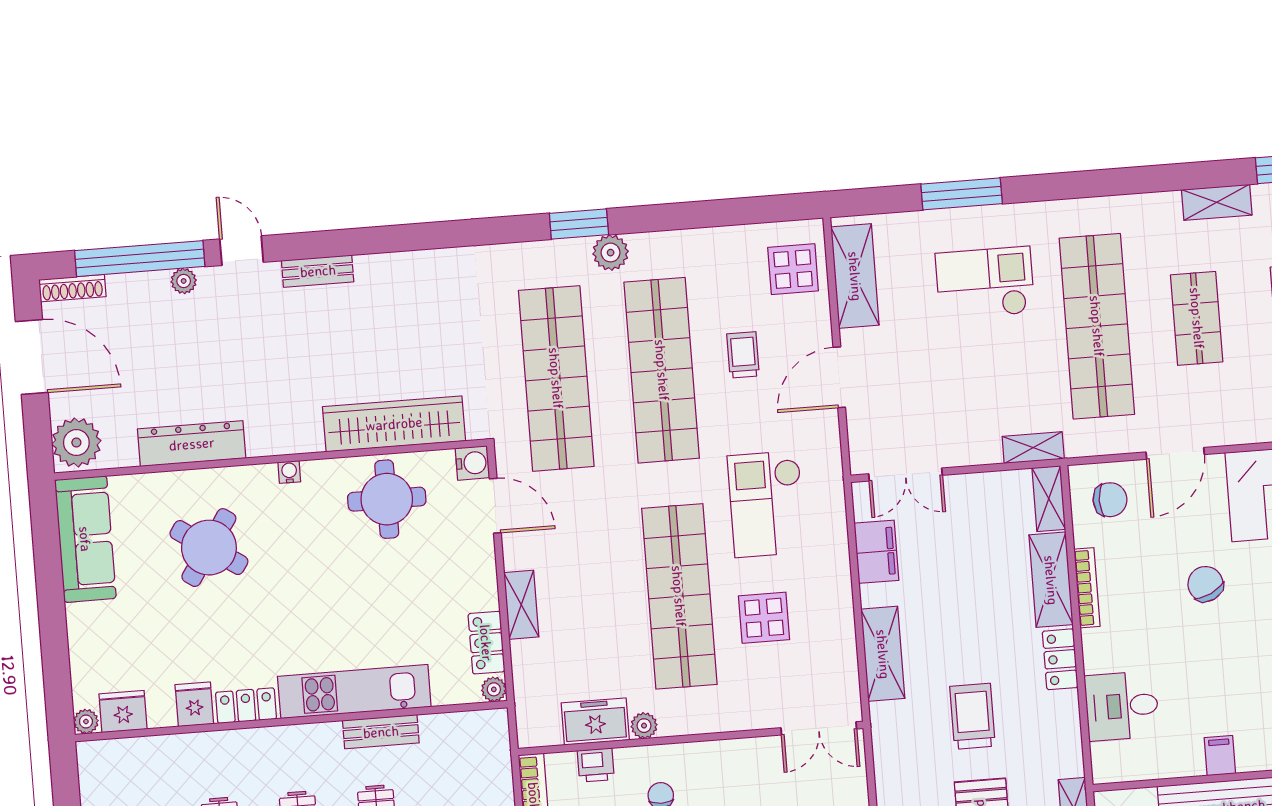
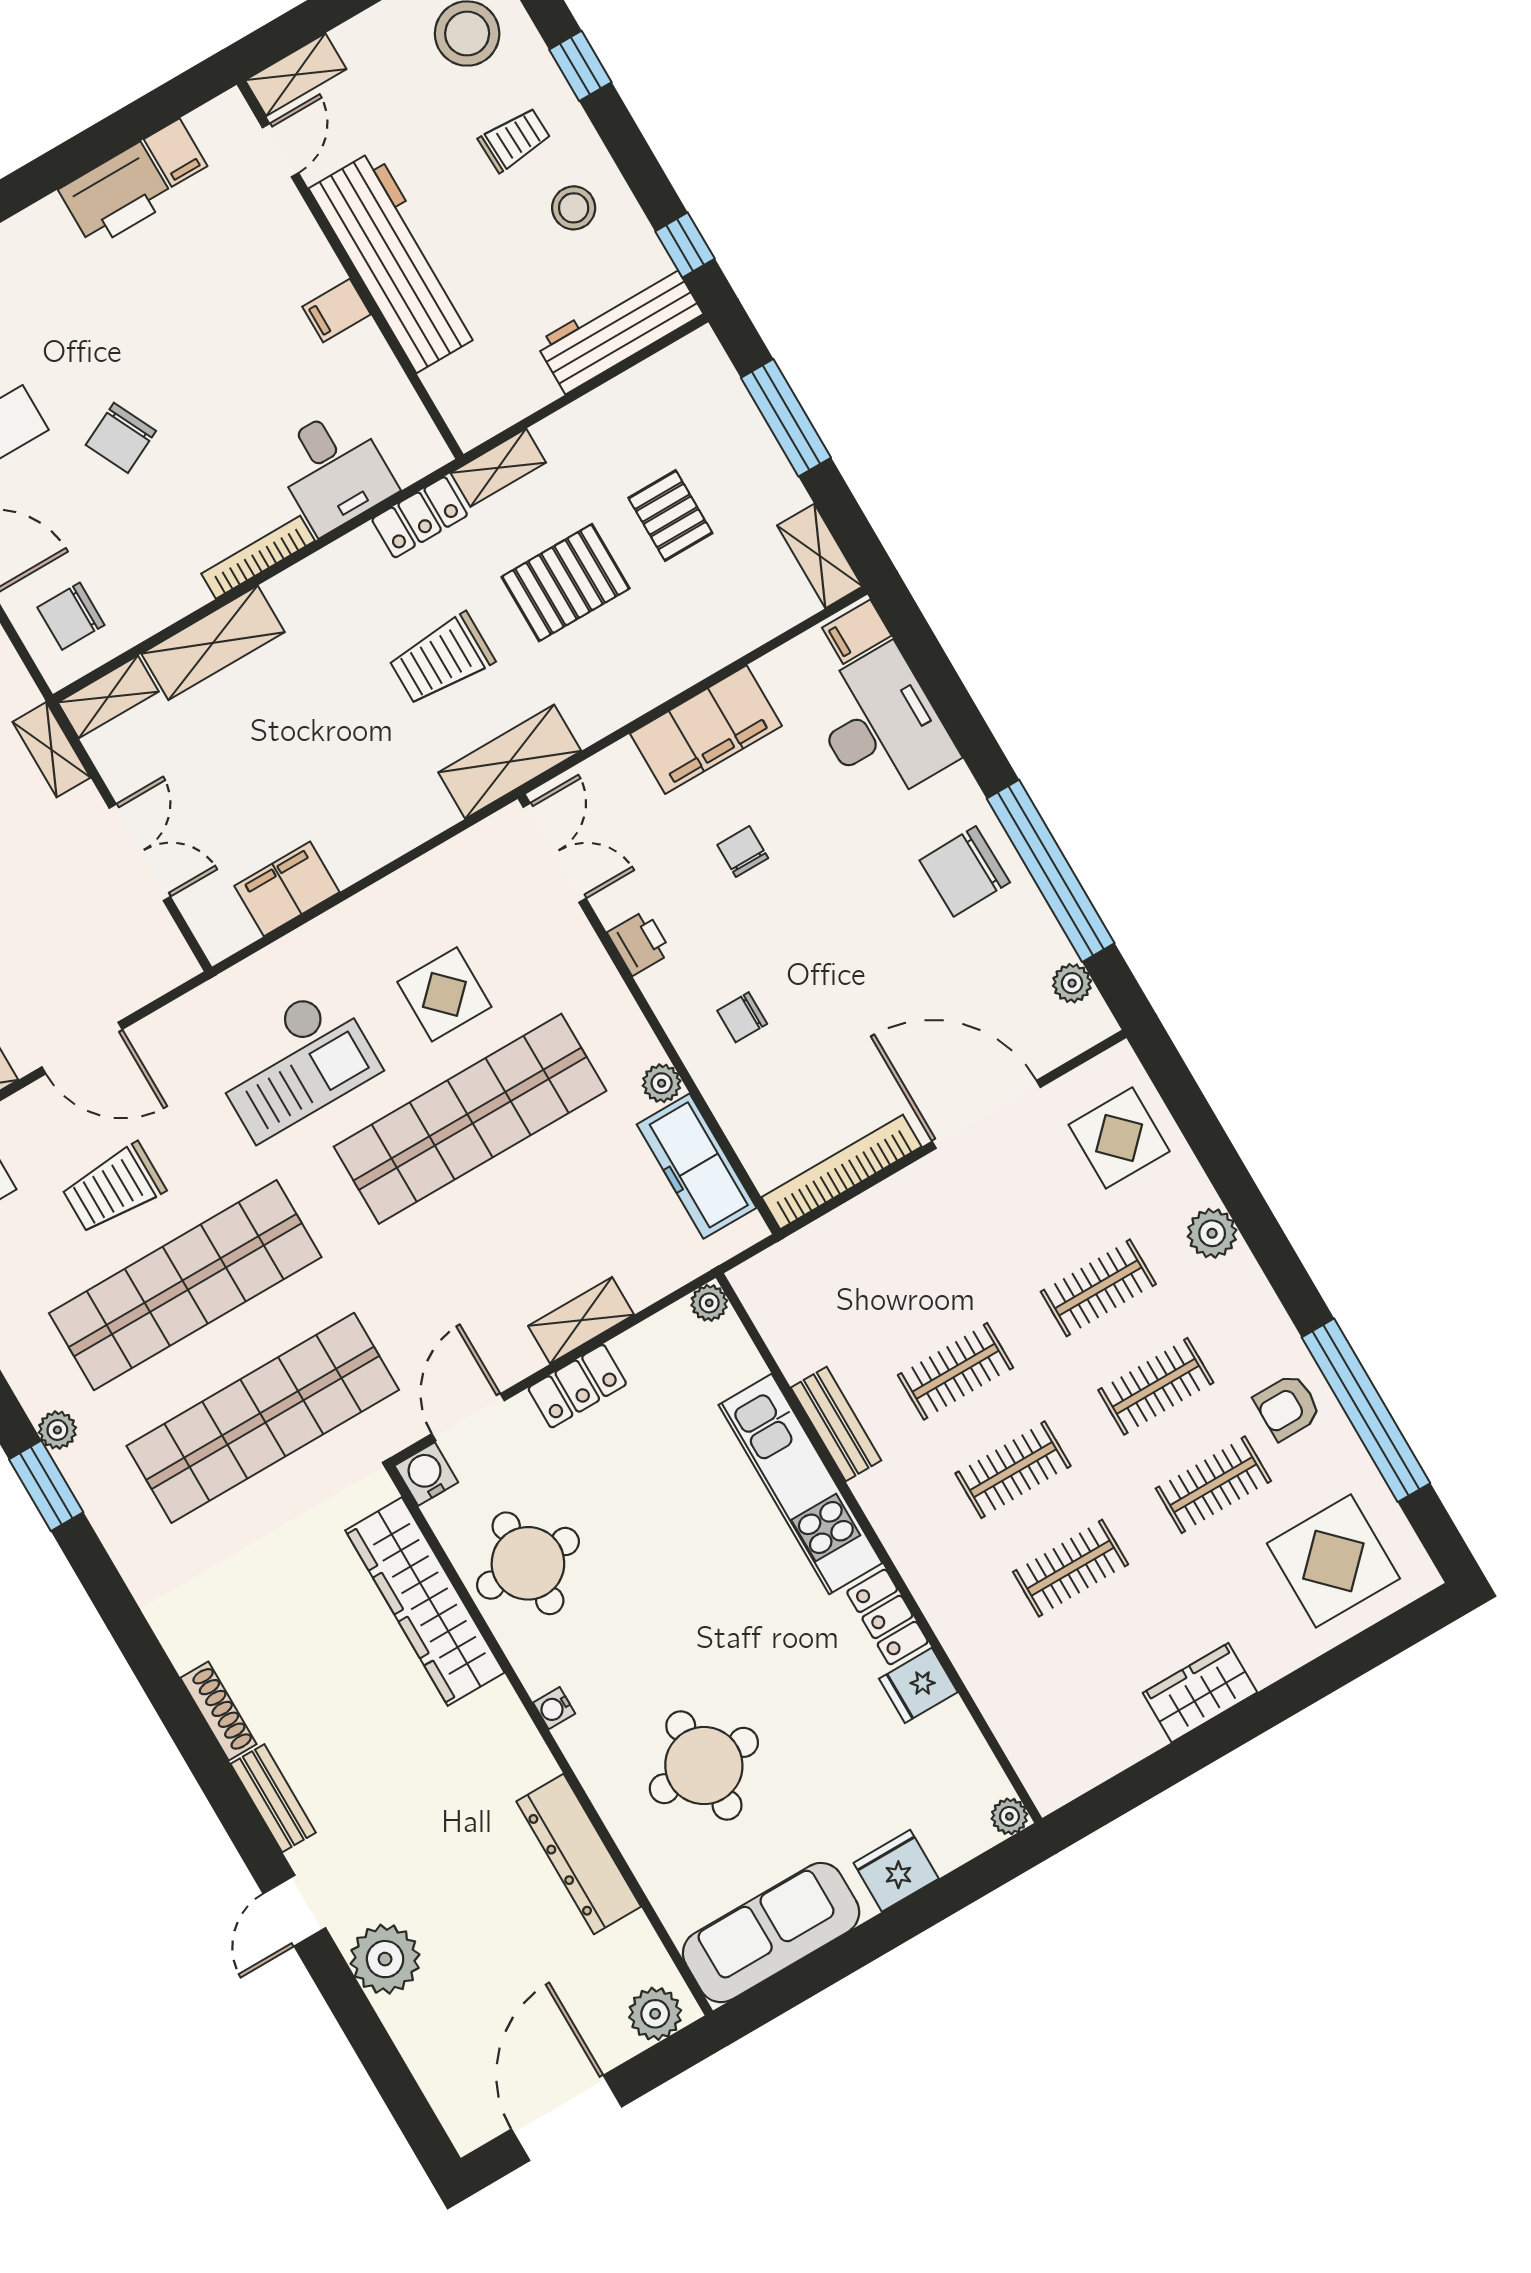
plant: (611, 253) -> (57, 1430), width x0.73, depth x0.73
window: (140, 259) -> (369, 2039), removed
plant: (184, 281) -> (385, 1959), width x1.88, depth x1.88
shoe rack: (72, 288) -> (218, 1711), moved
trolley: (743, 355) -> (114, 1188), width x1.36, depth x1.39
plant: (76, 443) -> (655, 2014), width x0.73, depth x0.73
double door: (906, 475) -> (140, 852), moved
chair: (1110, 500) -> (71, 616), turned -90
round table: (209, 548) -> (704, 1766), turned -34
bookcase: (1087, 588) -> (258, 557), moved
locker: (486, 643) -> (577, 1386), moved
shelving: (883, 654) -> (510, 762), moved
locker: (1060, 659) -> (420, 517), moved
fridge: (123, 712) -> (896, 1871), moved, turned 90
freezer: (595, 721) -> (697, 1166), width x1.40
printer: (596, 765) -> (639, 943), moved

